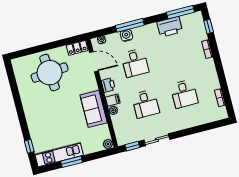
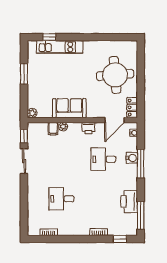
filing cabinet: (113, 100) -> (53, 129), moved
desk: (145, 104) -> (61, 159), removed
kitchen unit: (59, 155) -> (60, 47), moved, turned 90

